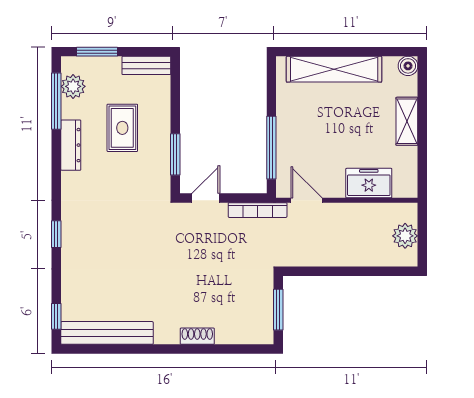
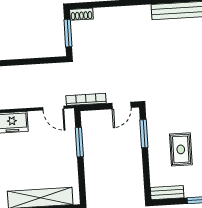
window: (271, 148) -> (79, 142), width x0.69
shoe rack: (197, 336) -> (81, 14), moved

